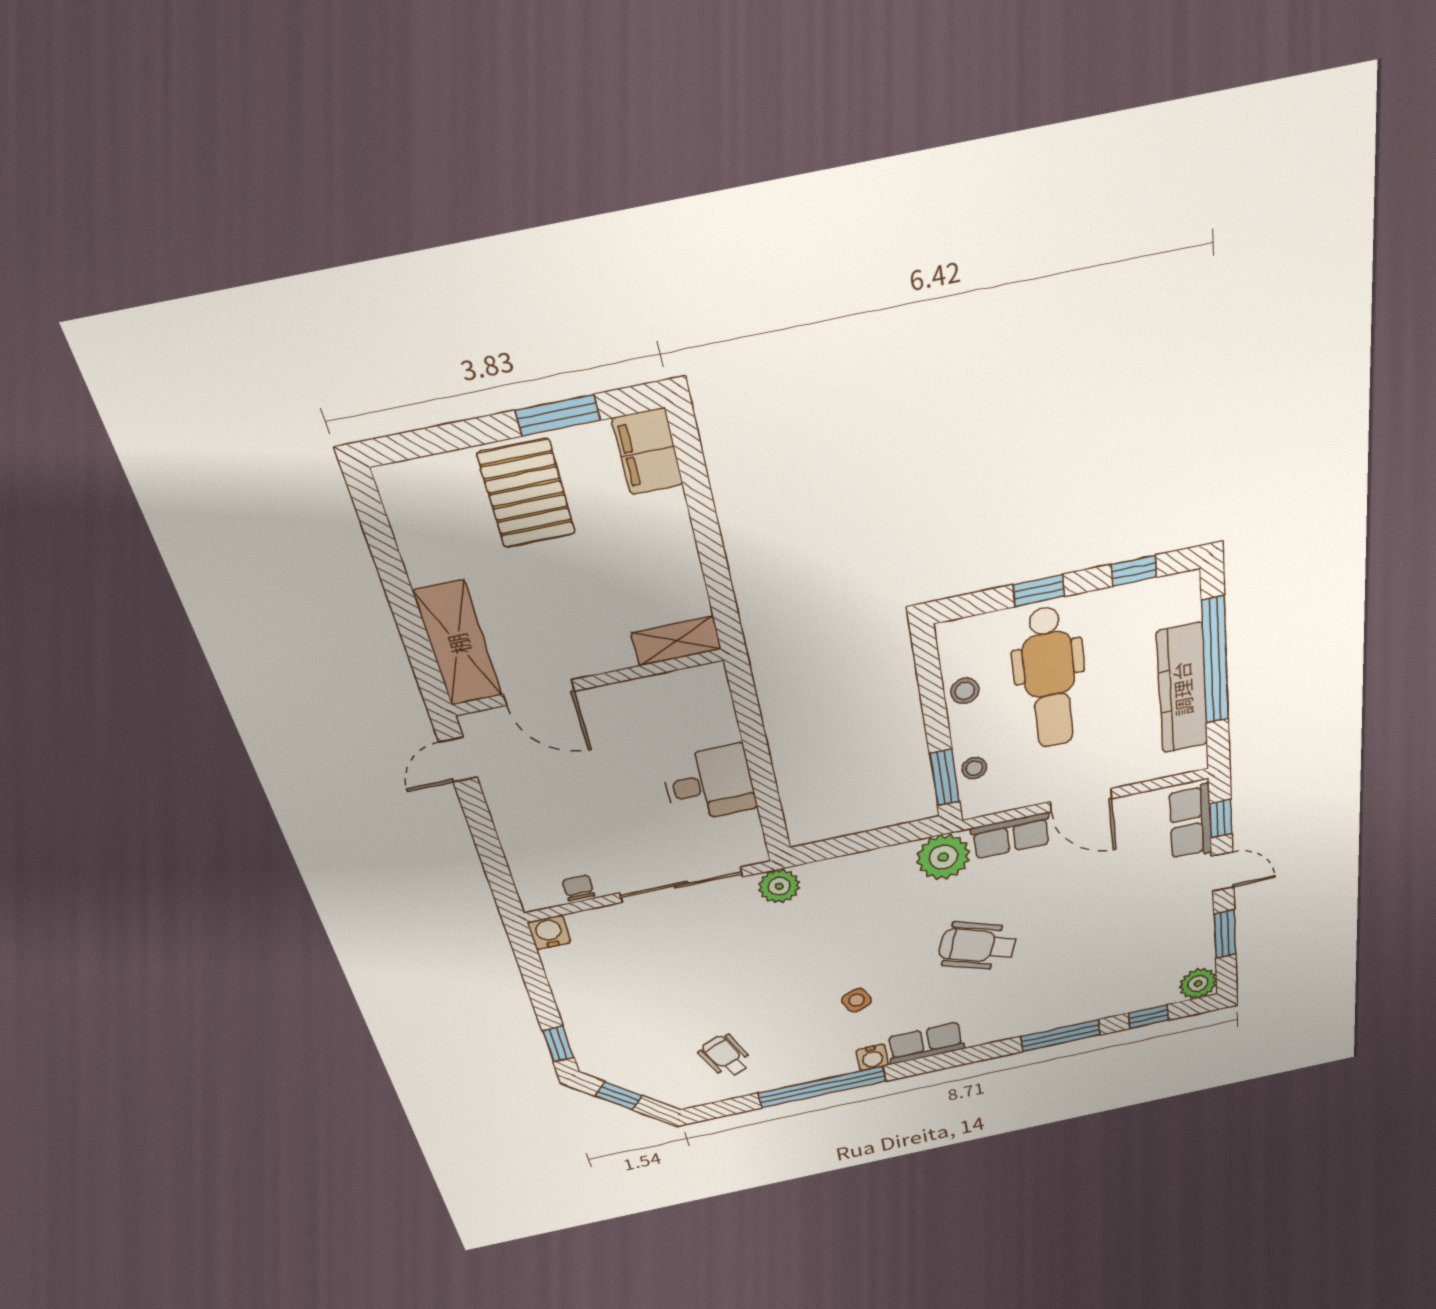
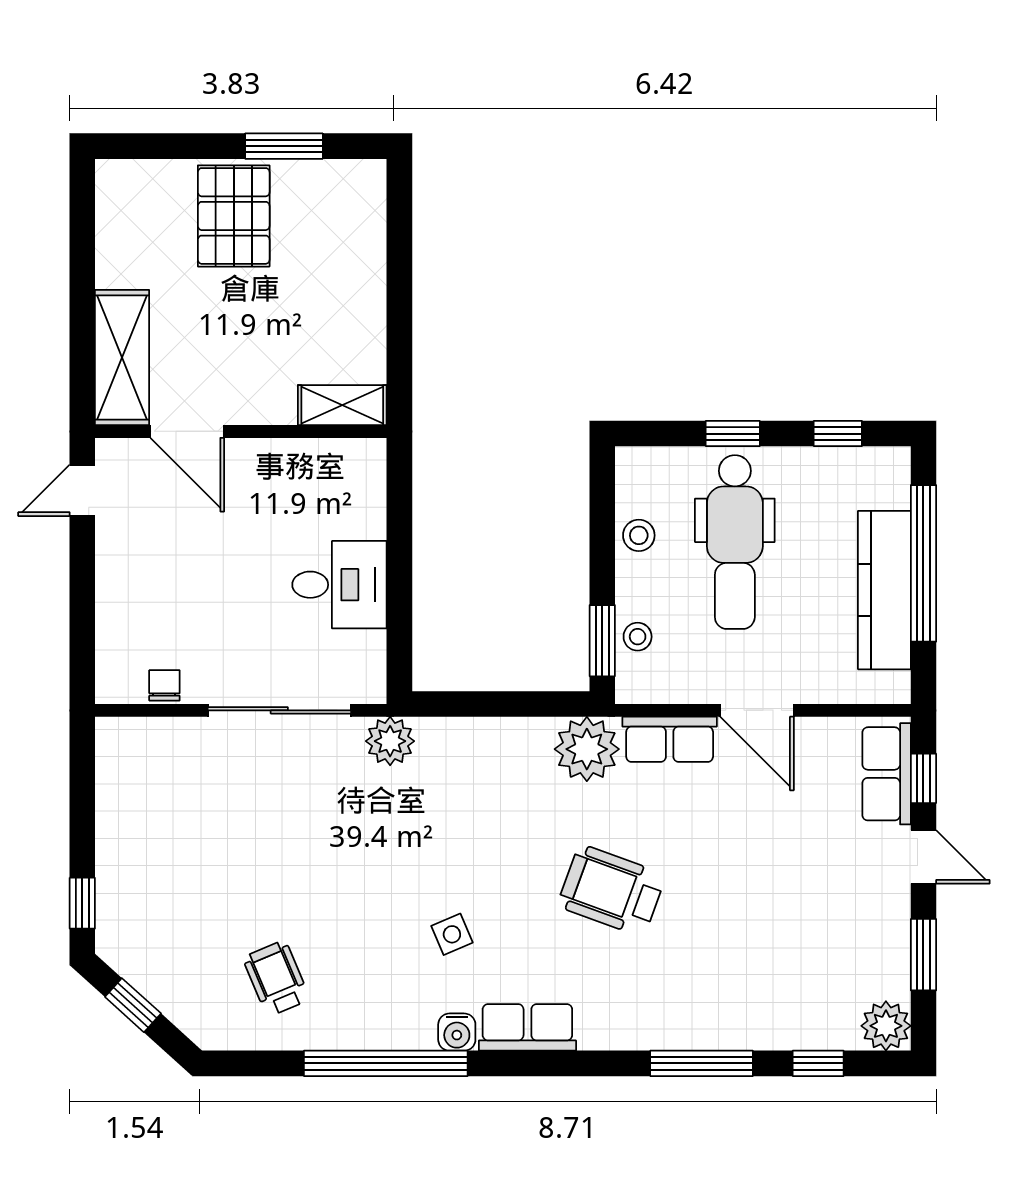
filing cabinet: (648, 452) -> (360, 199), removed
water cooler: (549, 932) -> (116, 738), removed

